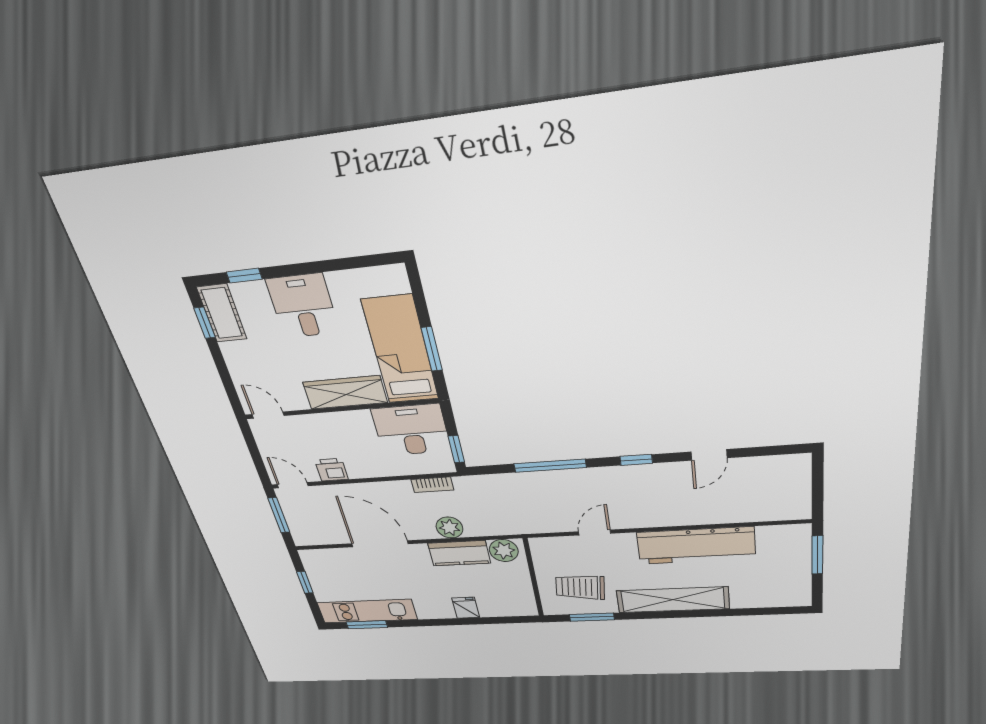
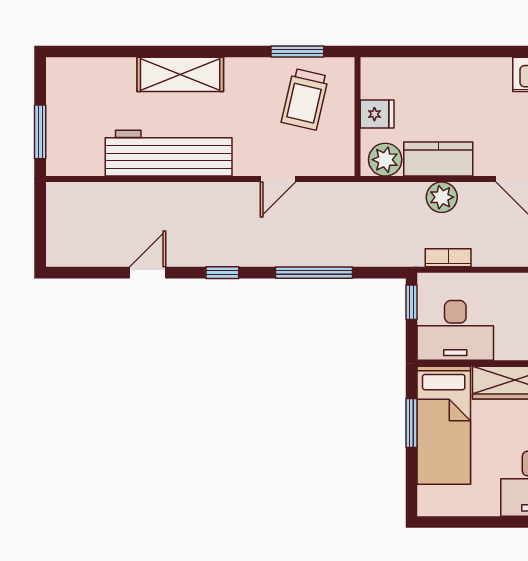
trolley: (580, 587) -> (305, 99), turned 97
shelving: (673, 600) -> (180, 74), width x0.68
fridge: (466, 608) -> (377, 114), moved, turned -90

